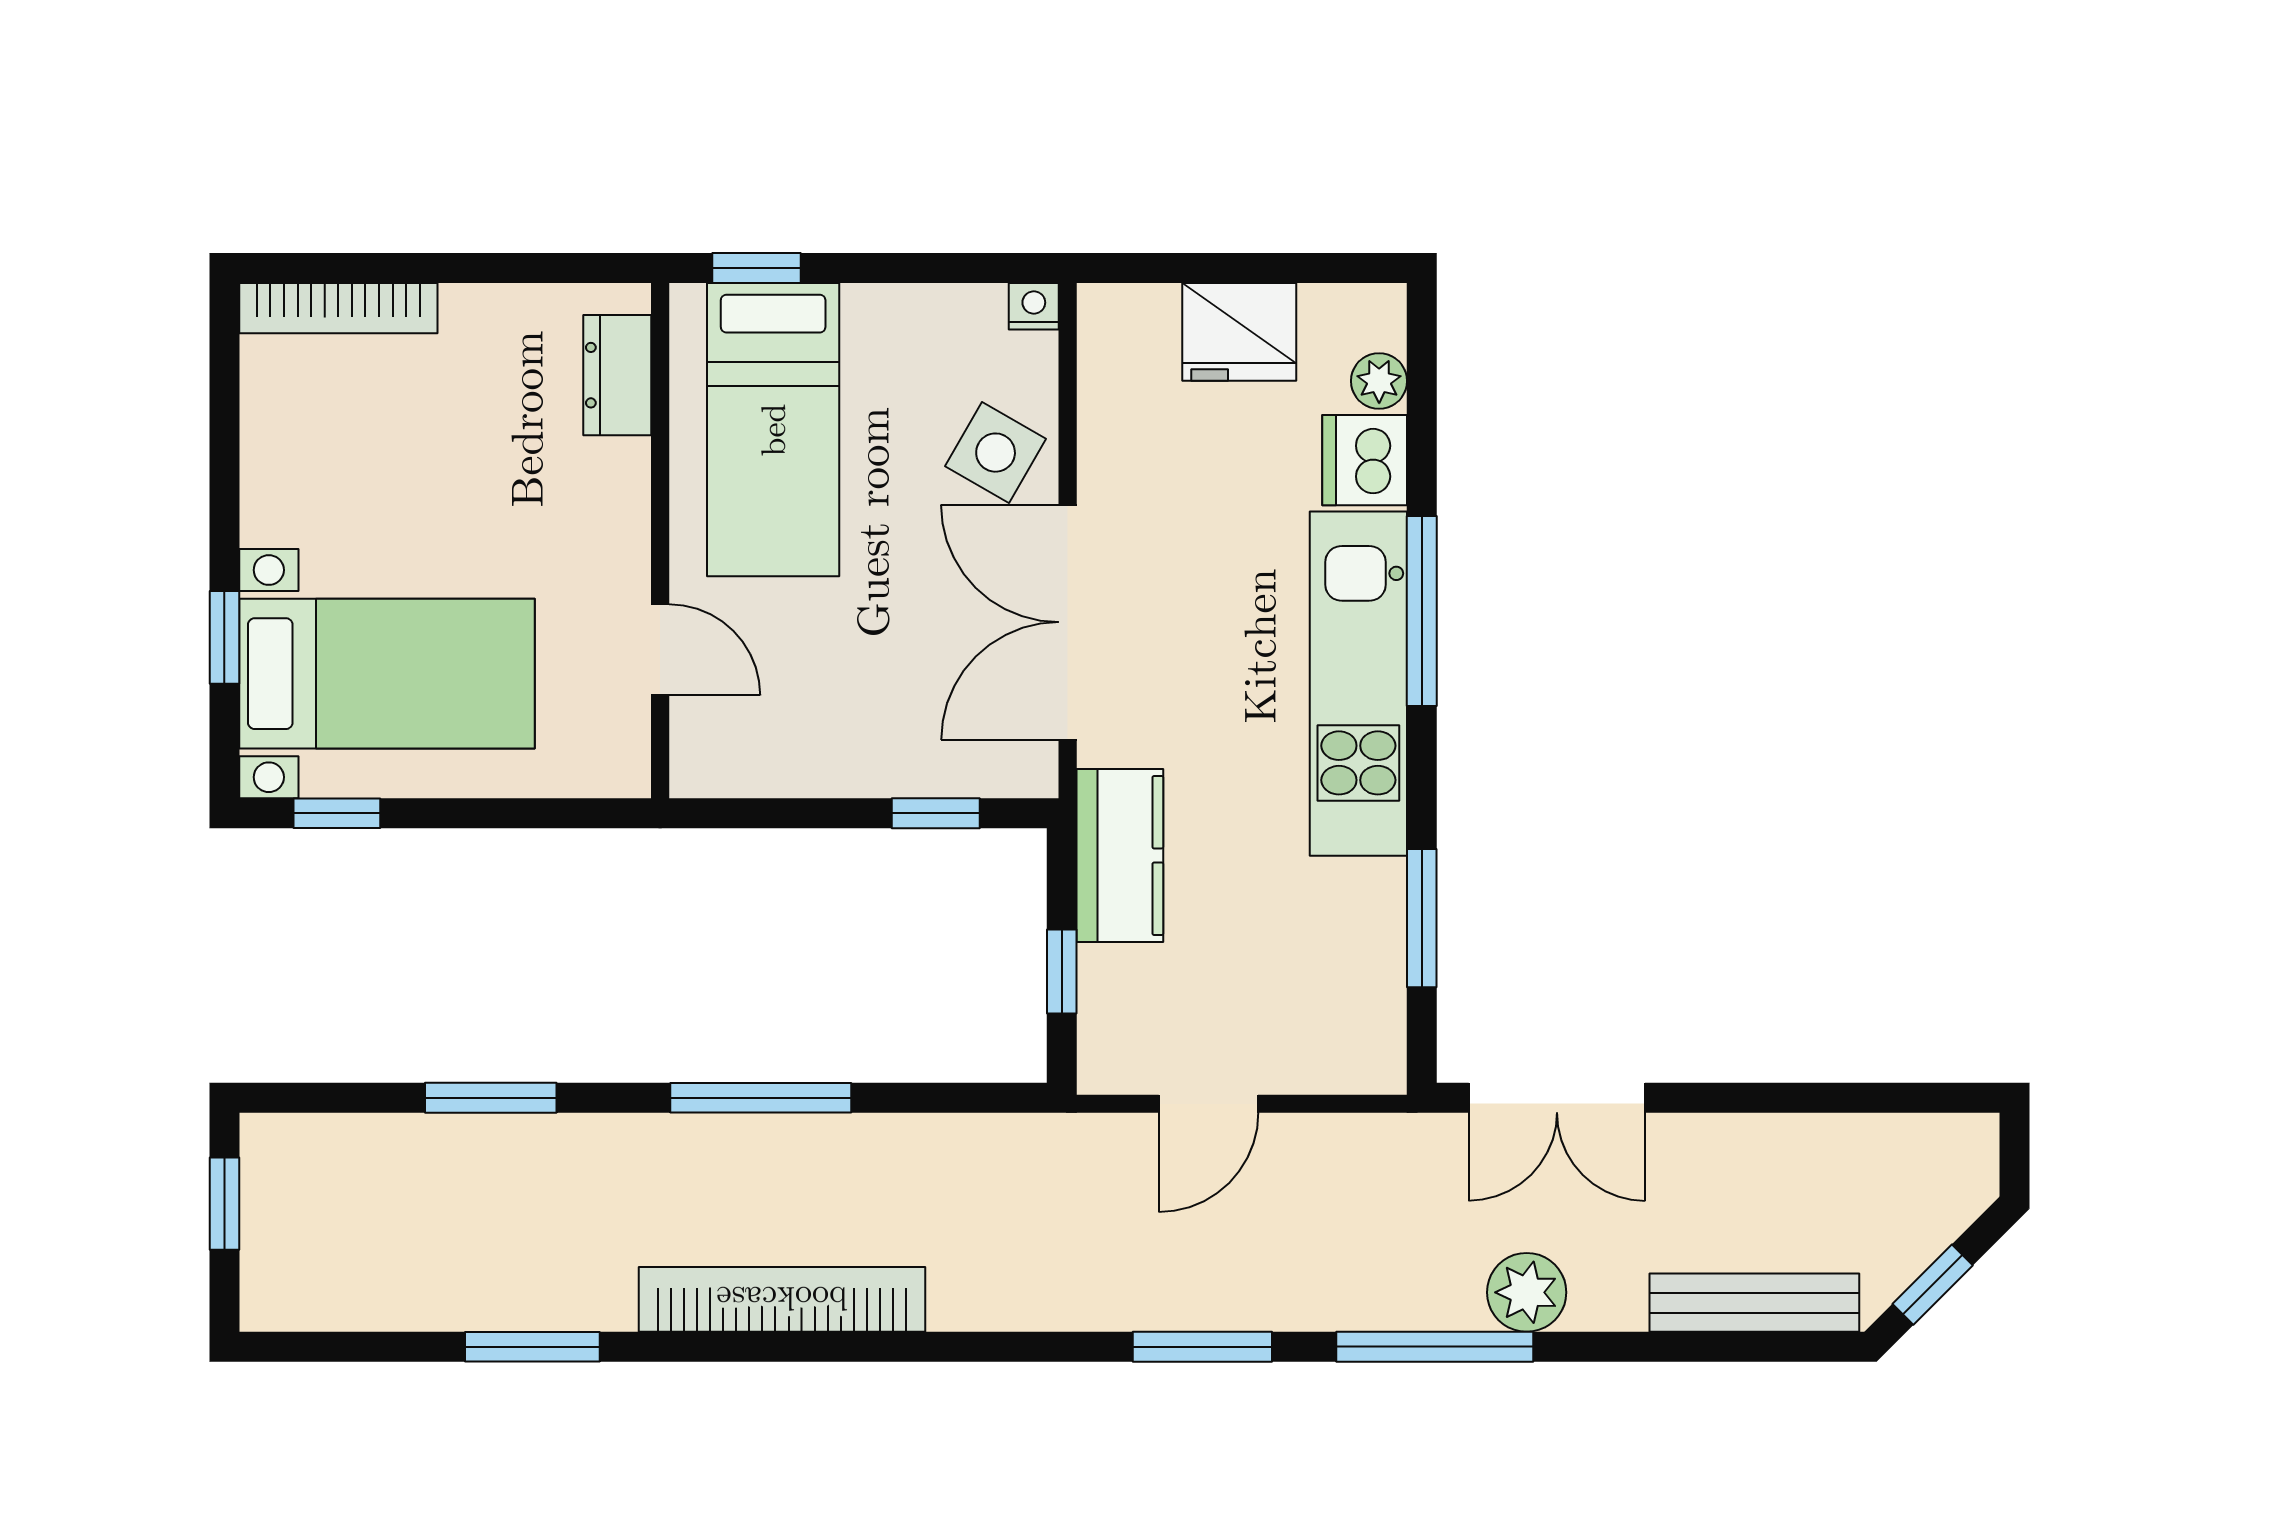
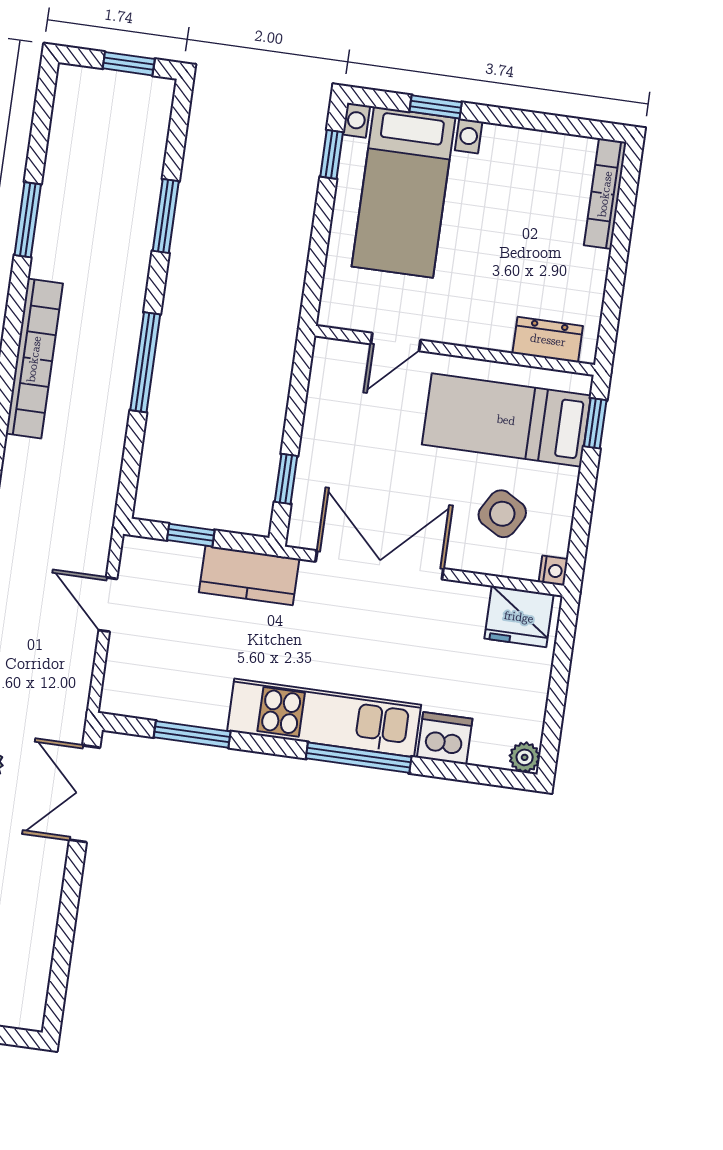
fridge: (1239, 332) -> (519, 617), moved, turned -90
plant: (1379, 381) -> (525, 757), moved
side table: (996, 453) -> (502, 514), moved

